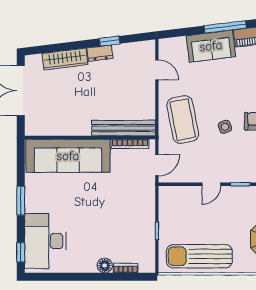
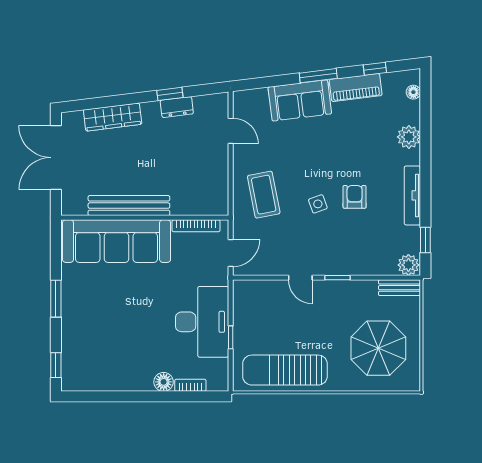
window: (225, 27) -> (318, 76), width x0.69
dresser: (100, 53) -> (177, 107), moved
coffee table: (183, 120) -> (264, 195), width x0.73, depth x0.76
bench: (124, 128) -> (129, 206), moved
door: (211, 184) -> (300, 278), hinge flipped
desk: (45, 241) -> (202, 322), moved, turned 180

